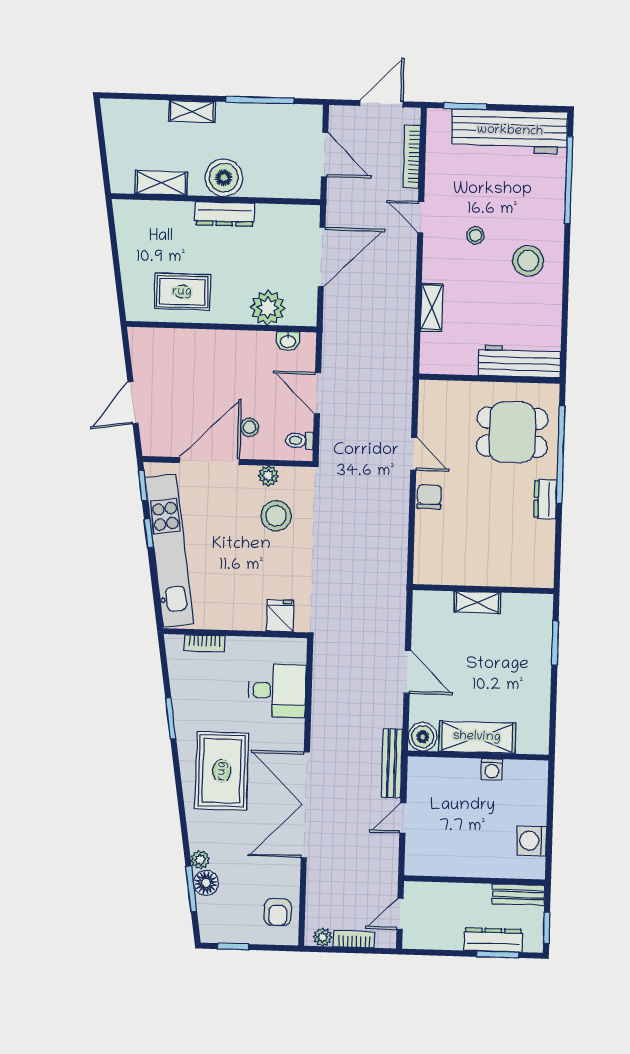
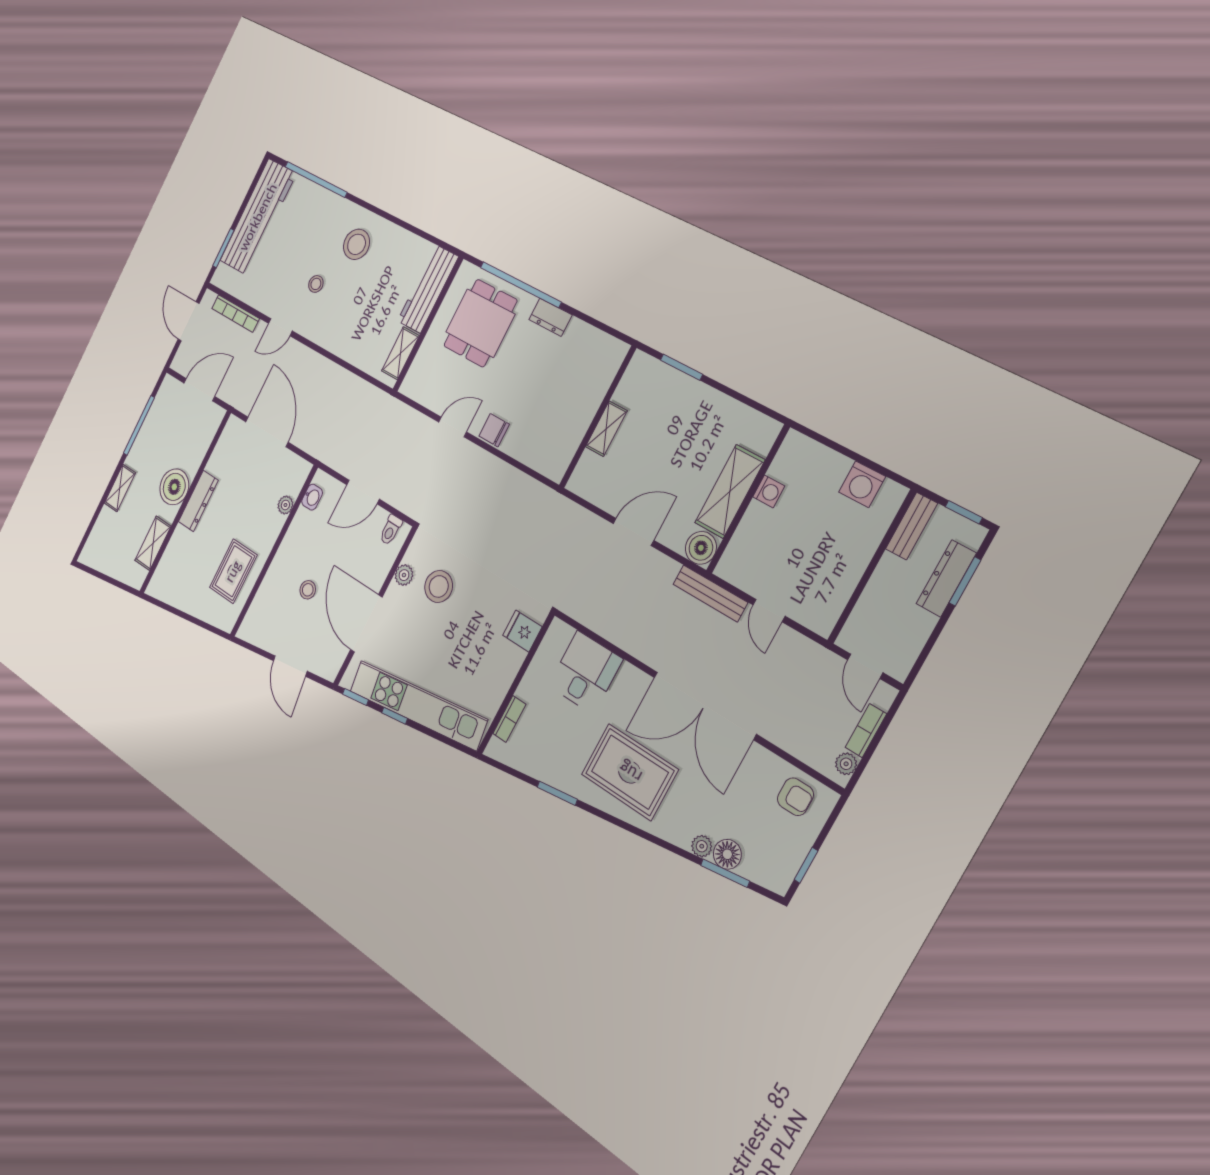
plant: (268, 308) -> (285, 505), width x0.53, depth x0.53
shelving: (432, 308) -> (400, 353), moved, turned 90
stool: (249, 427) -> (308, 590), moved

